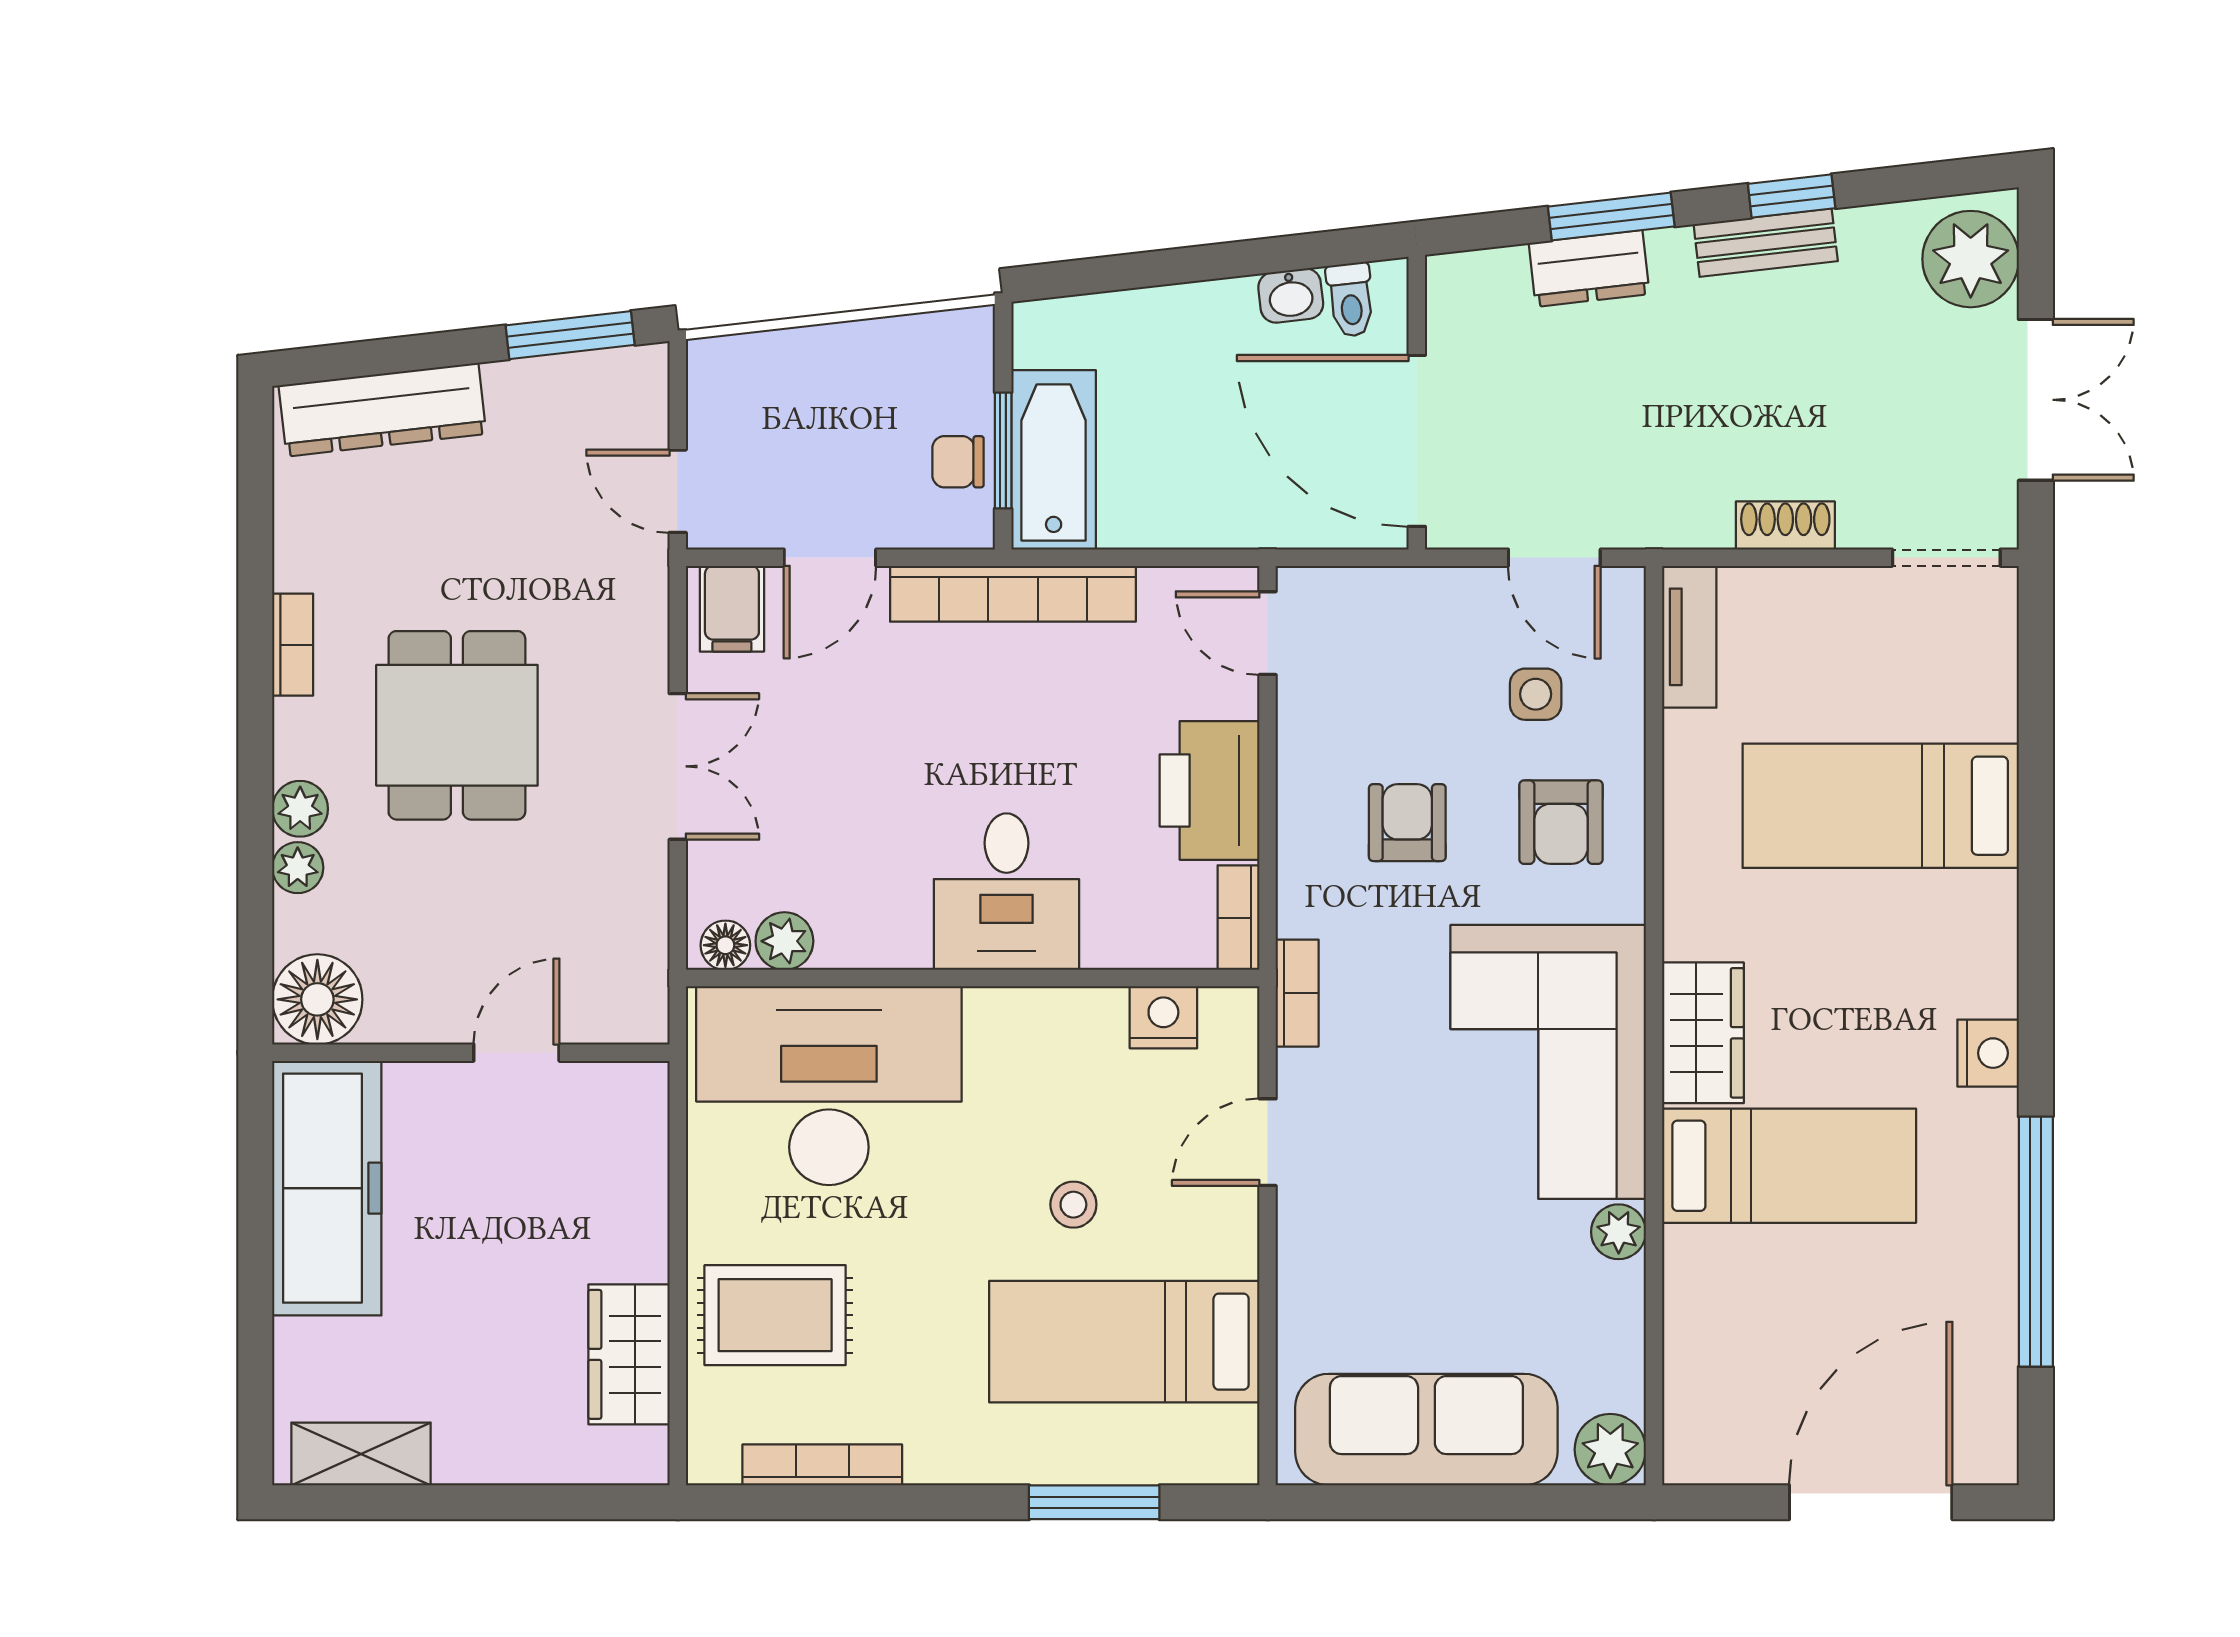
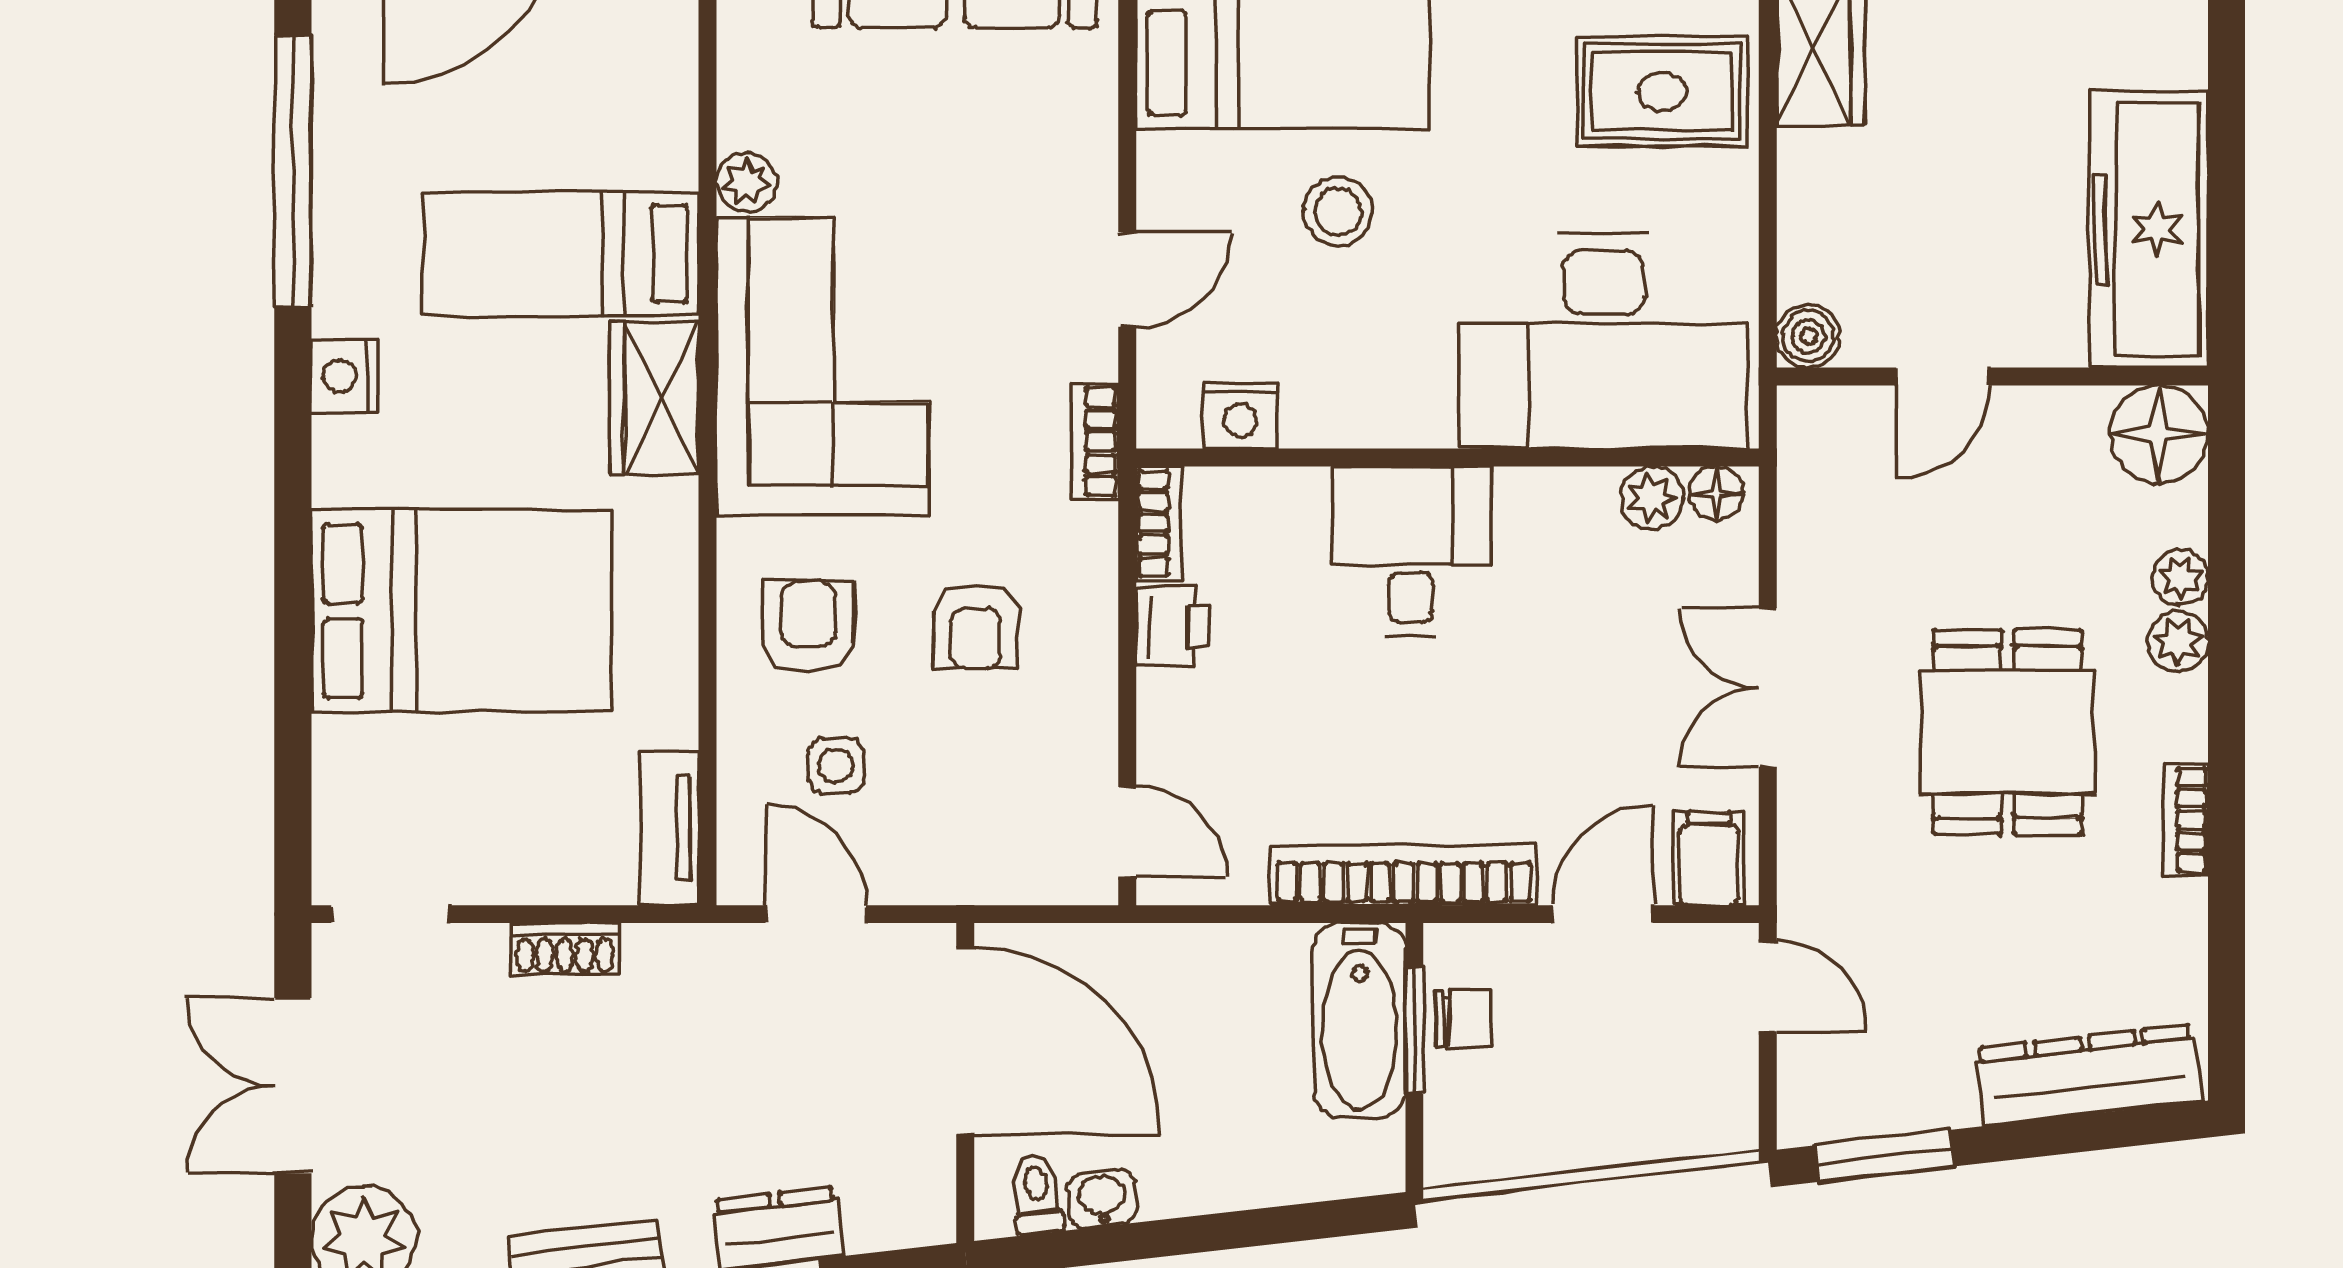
printer: (1210, 790) -> (1173, 626), width x0.53, depth x0.68
bed: (1881, 806) -> (461, 611), width x1.50
boiler: (640, 1090) -> (1808, 336), added
stool: (1073, 1205) -> (1338, 212), width x1.37, depth x1.37

